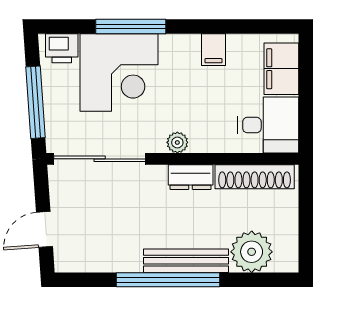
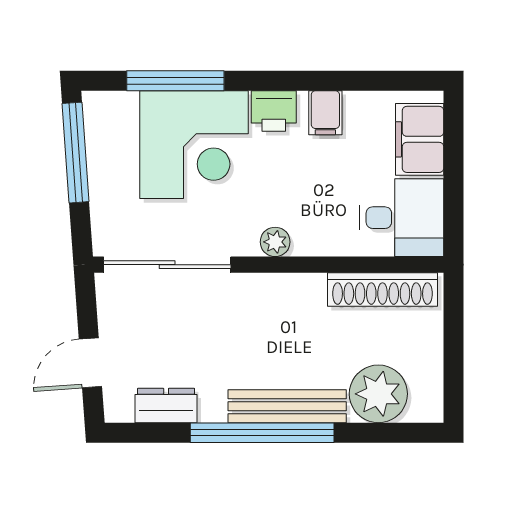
window: (131, 27) -> (175, 81), moved
printer: (62, 48) -> (274, 111), moved
window: (36, 102) -> (76, 153), moved
dresser: (191, 177) -> (166, 405), moved, turned 180

